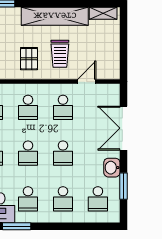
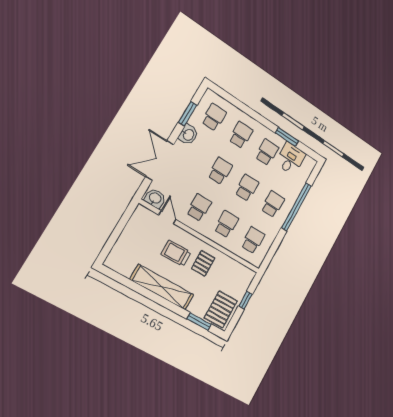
shelving: (103, 13) -> (120, 267), removed
trolley: (60, 54) -> (176, 253), turned -91
door: (87, 82) -> (167, 217), swing flipped
washbasin: (108, 92) -> (155, 198), added
double door: (124, 128) -> (160, 160), swing flipped

